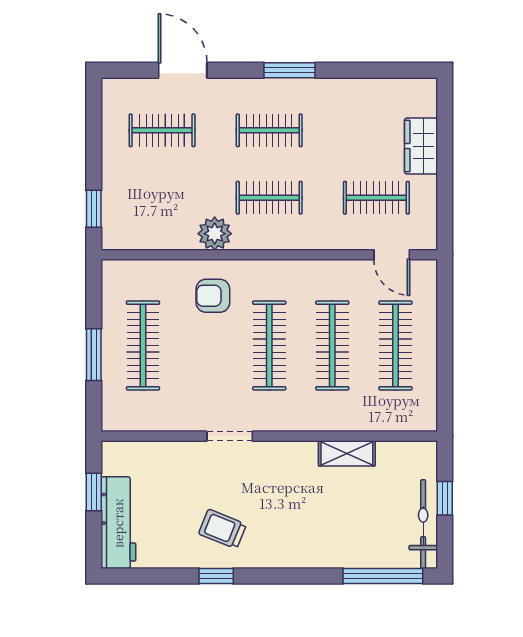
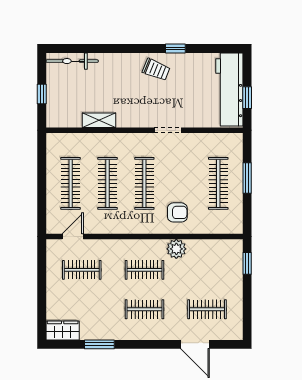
window: (289, 70) -> (99, 344), moved
wardrobe: (421, 146) -> (63, 330), moved, turned -90
door: (392, 255) -> (73, 236), hinge flipped
workbench: (118, 523) -> (229, 90), width x1.36, depth x1.32
bicycle: (423, 524) -> (72, 61), moved, turned 90
trolley: (222, 529) -> (156, 70), moved
window: (383, 576) -> (78, 48), removed

